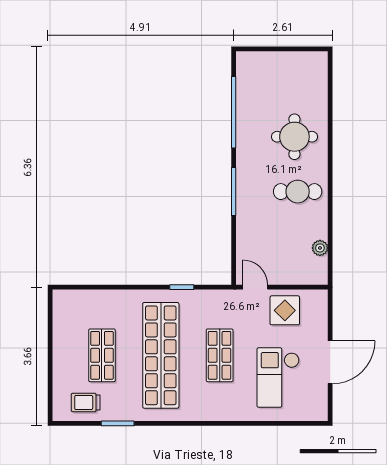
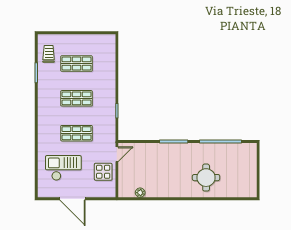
cafe table: (298, 192) -> (174, 179), removed
shop shelf: (161, 355) -> (77, 98), width x0.50, depth x0.74

